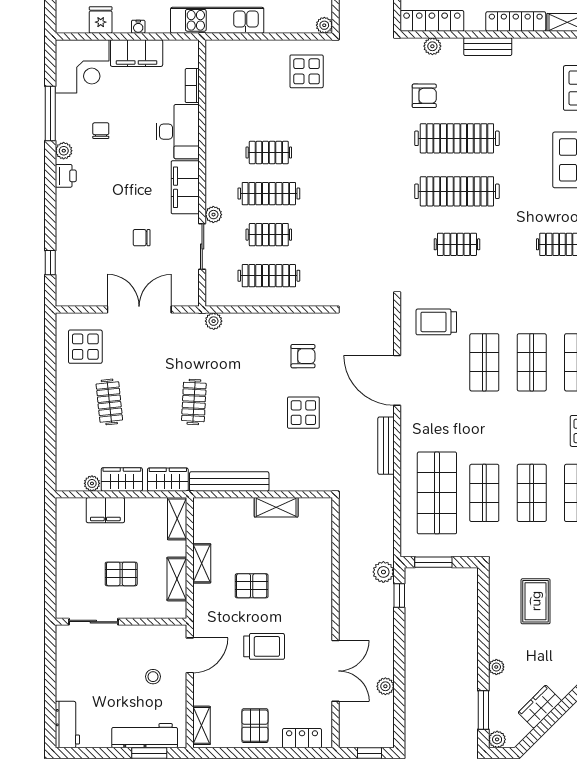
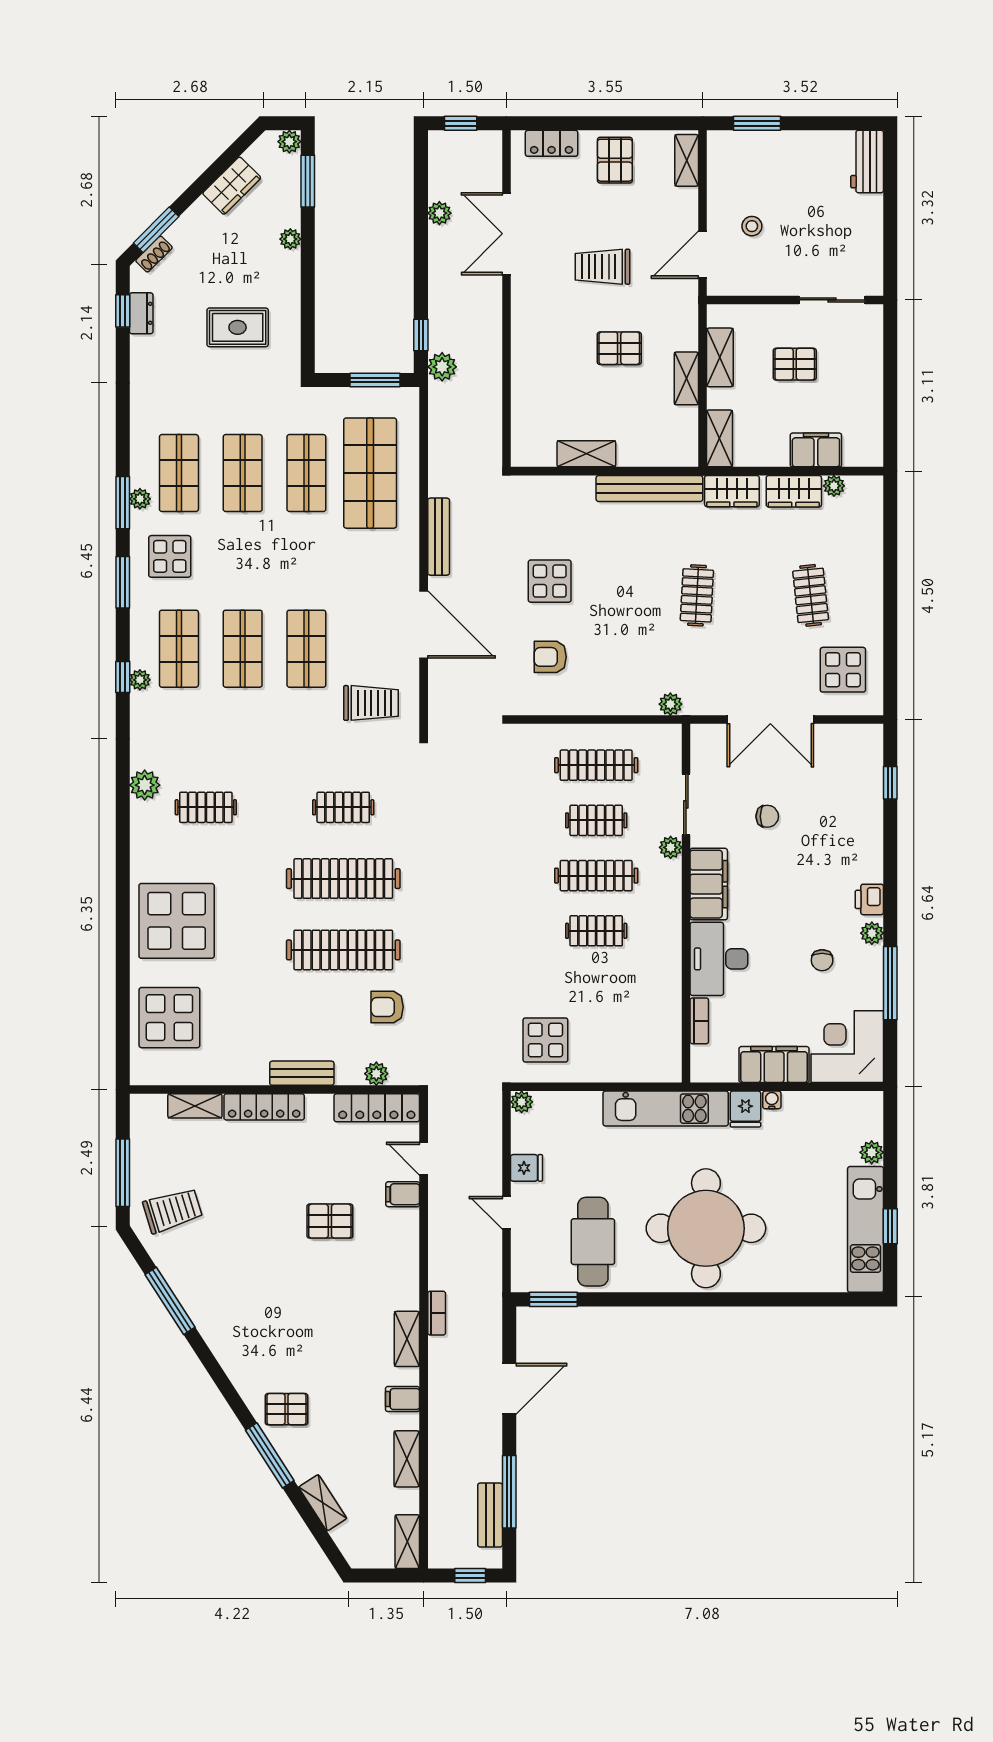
fridge: (101, 20) -> (745, 1109), moved
rug: (536, 601) -> (238, 327), turned 90
workbench: (145, 736) -> (763, 147), removed

